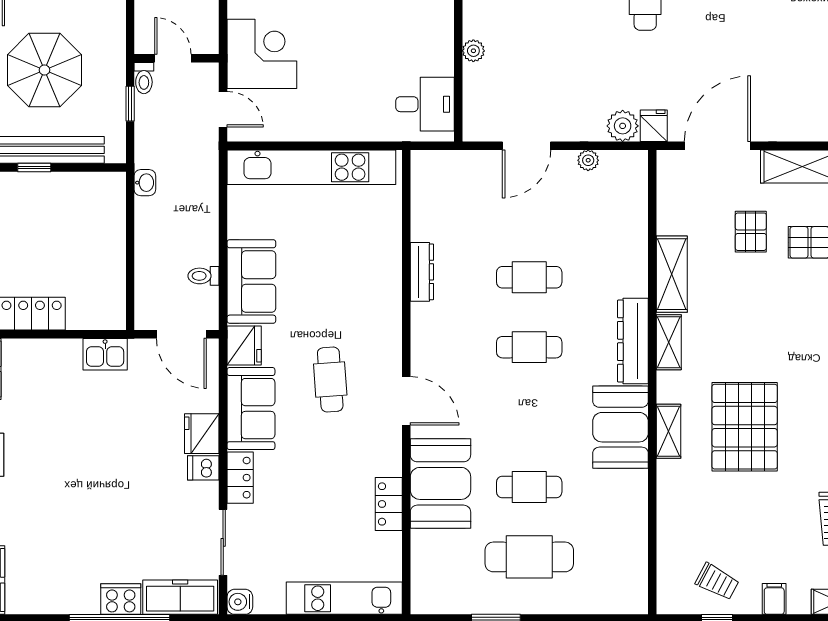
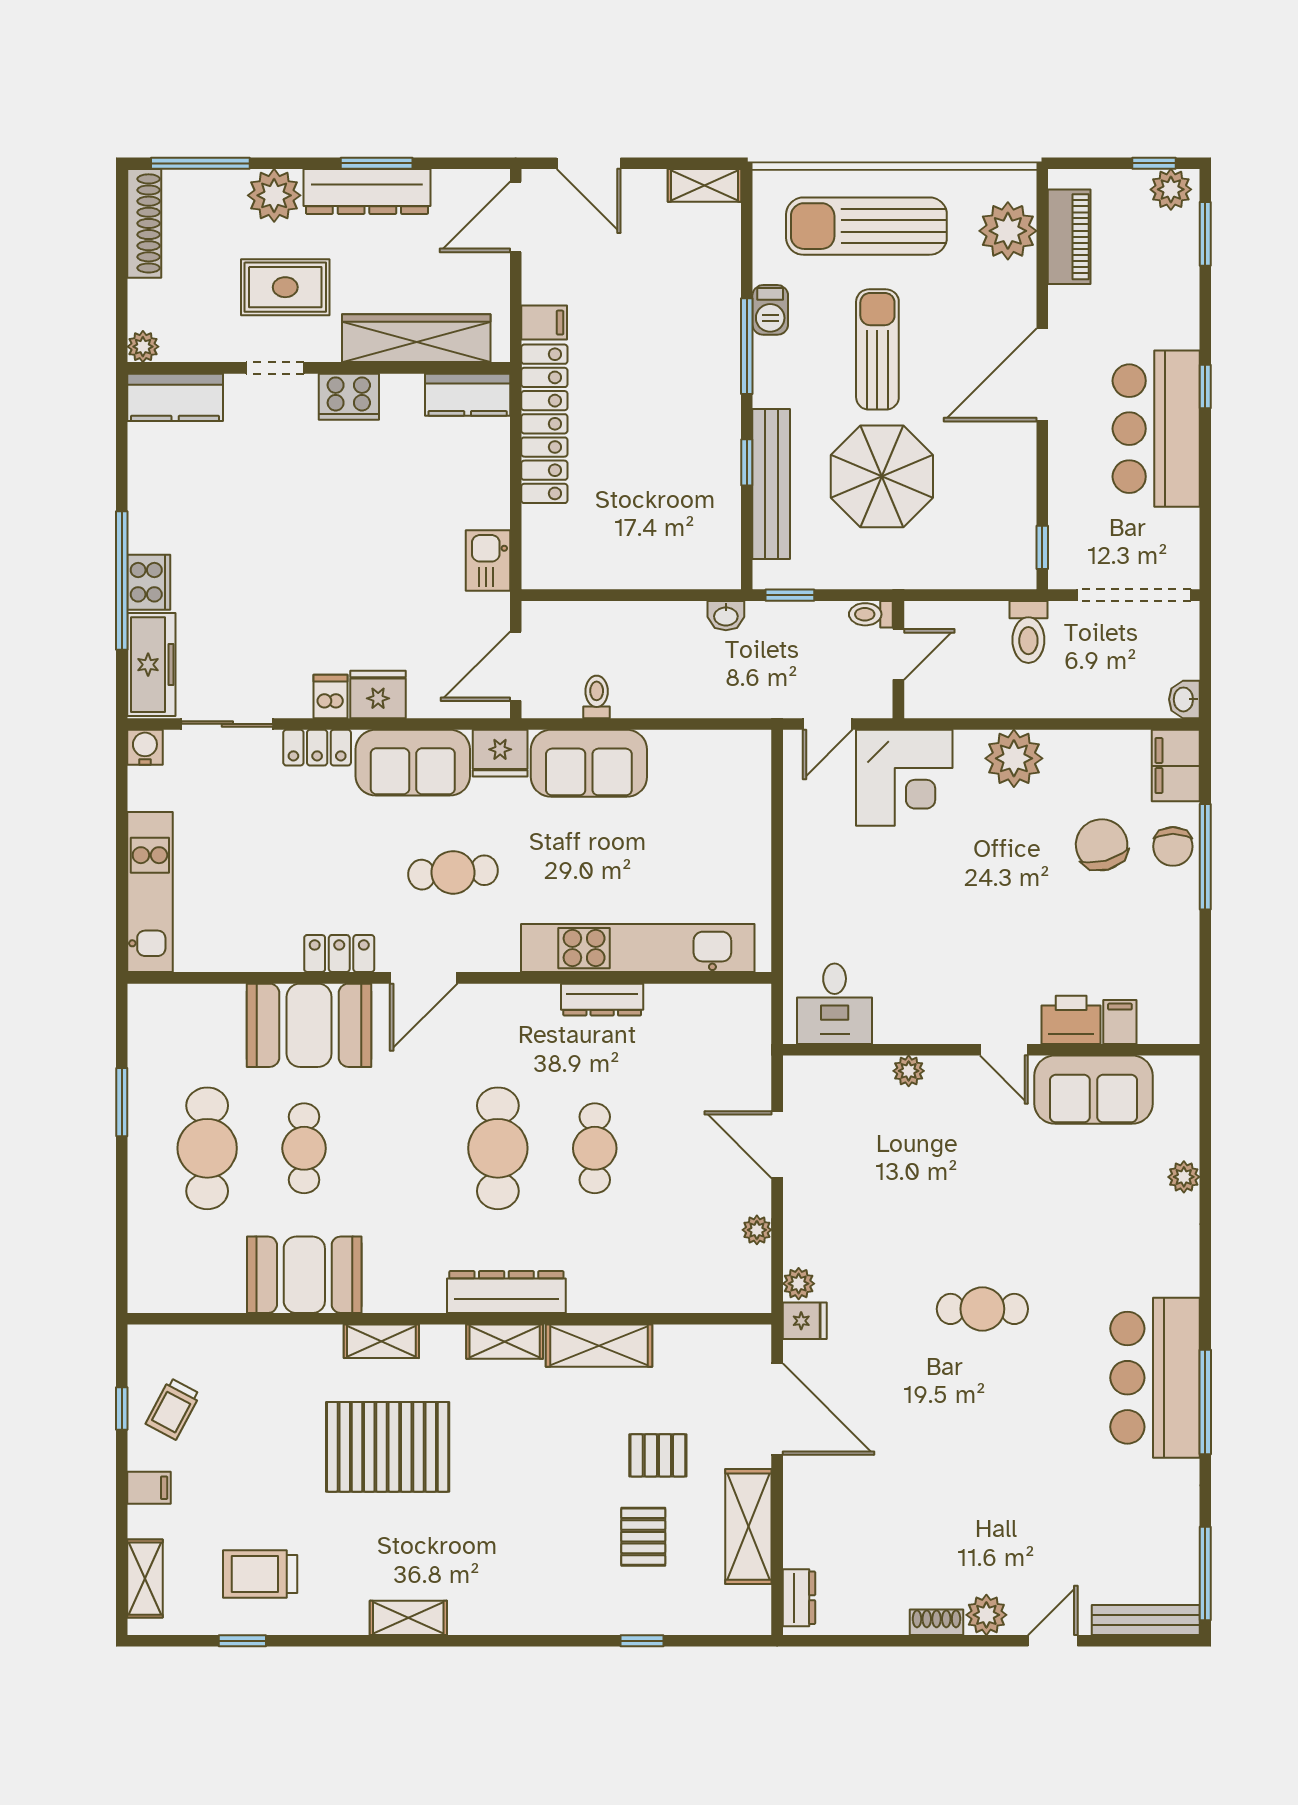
window: (130, 104) -> (790, 595), moved
plant: (623, 126) -> (799, 1284), width x0.73, depth x0.73
kitchen unit: (311, 167) -> (638, 948), moved, turned 90
cafe table: (529, 347) -> (498, 1148), width x1.37, depth x1.35
booth: (621, 427) -> (304, 1275), moved
locker: (389, 504) -> (339, 954), moved

